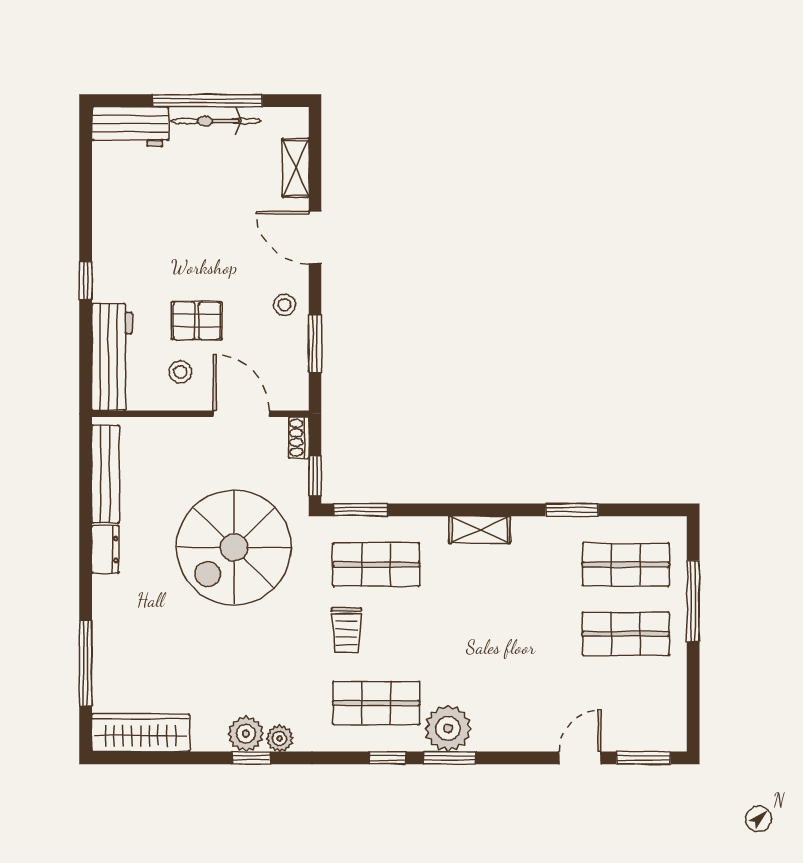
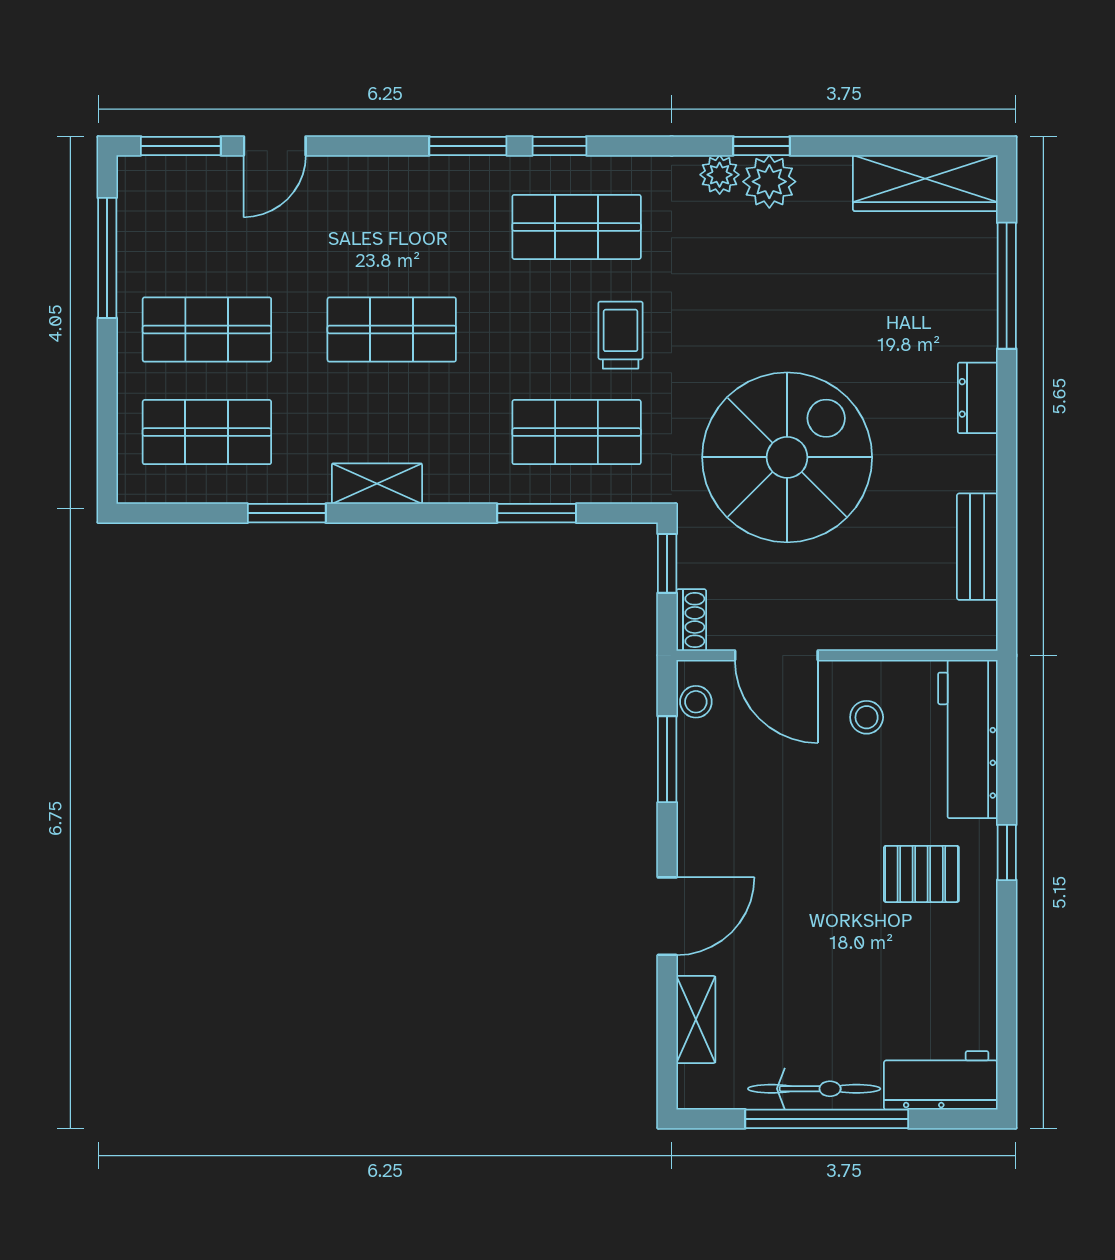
door: (315, 238) -> (667, 916), hinge flipped
stool: (284, 305) -> (696, 702), moved
pallet: (197, 321) -> (921, 874), moved
bench: (106, 474) -> (977, 547), width x0.73
window: (360, 510) -> (537, 513), moved
shelving: (480, 530) -> (377, 484), moved
dresser: (105, 549) -> (978, 398), moved
window: (693, 601) -> (107, 258), moved
shop shelf: (501, 634) -> (392, 330), added
plant: (448, 728) -> (470, 189), removed

